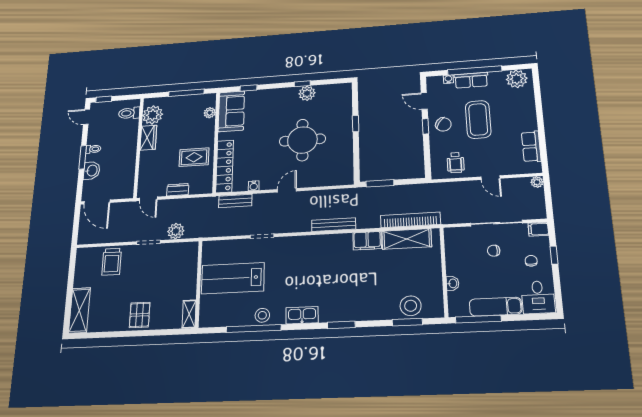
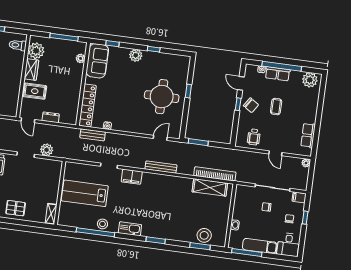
plant: (307, 93) -> (136, 55), moved
coffee table: (478, 119) -> (276, 107), width x0.54, depth x0.58
round table: (302, 140) -> (162, 97), moved
rug: (194, 157) -> (35, 91), moved
door: (287, 190) -> (160, 138), moved
filing cabinet: (367, 241) -> (132, 177), moved
pallet: (140, 315) -> (16, 208), turned 90

